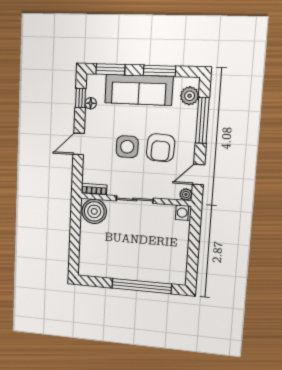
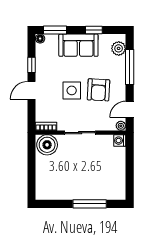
window: (159, 71) -> (94, 30), width x0.67
sofa: (139, 90) -> (78, 45), width x0.73
window: (81, 98) -> (32, 65), moved
floor lamp: (91, 103) -> (40, 39), moved
window: (142, 286) -> (90, 204), width x0.68

